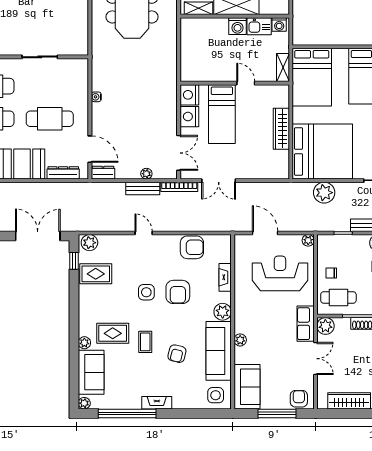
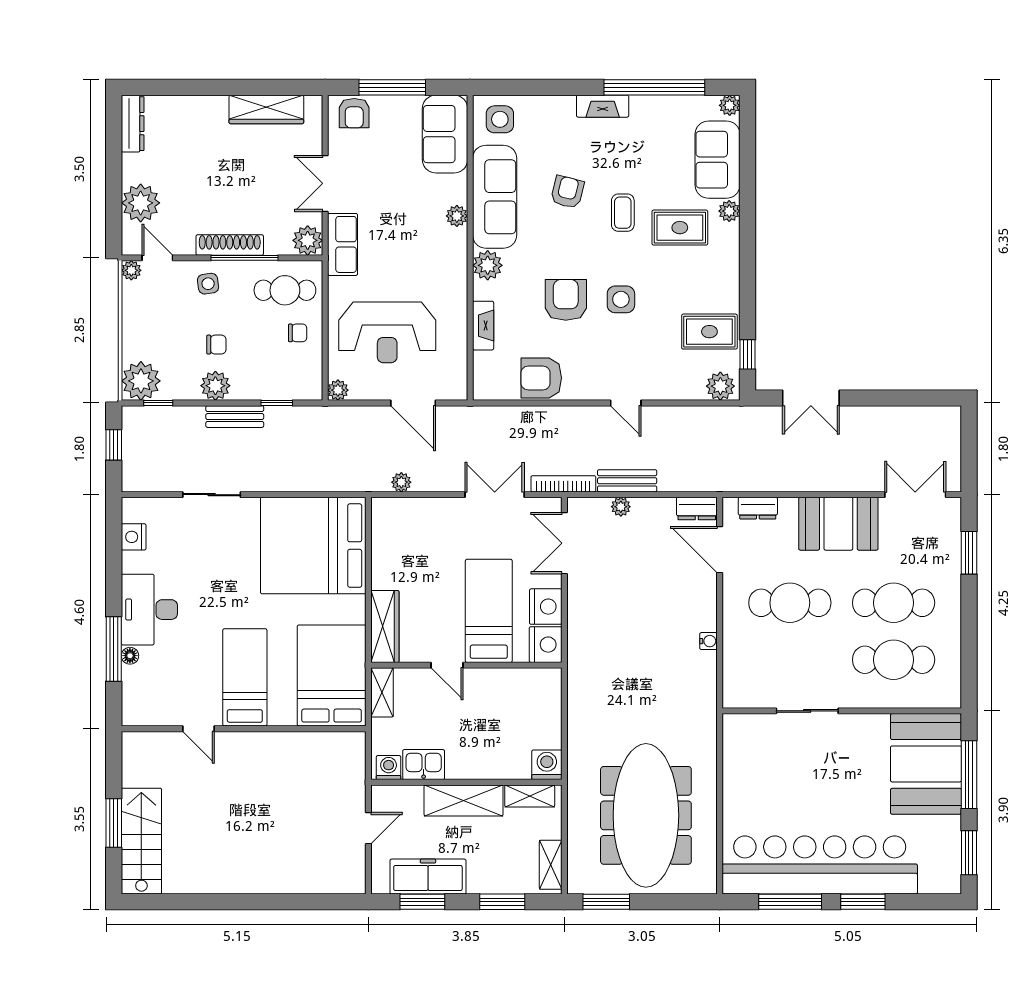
washing machine: (238, 26) -> (547, 765), moved
wardrobe: (281, 129) -> (385, 626), moved
dresser: (63, 173) -> (758, 508), width x0.70
plant: (324, 193) -> (401, 482), moved, width x0.53, depth x0.53
double door: (38, 236) -> (811, 398), width x0.73

